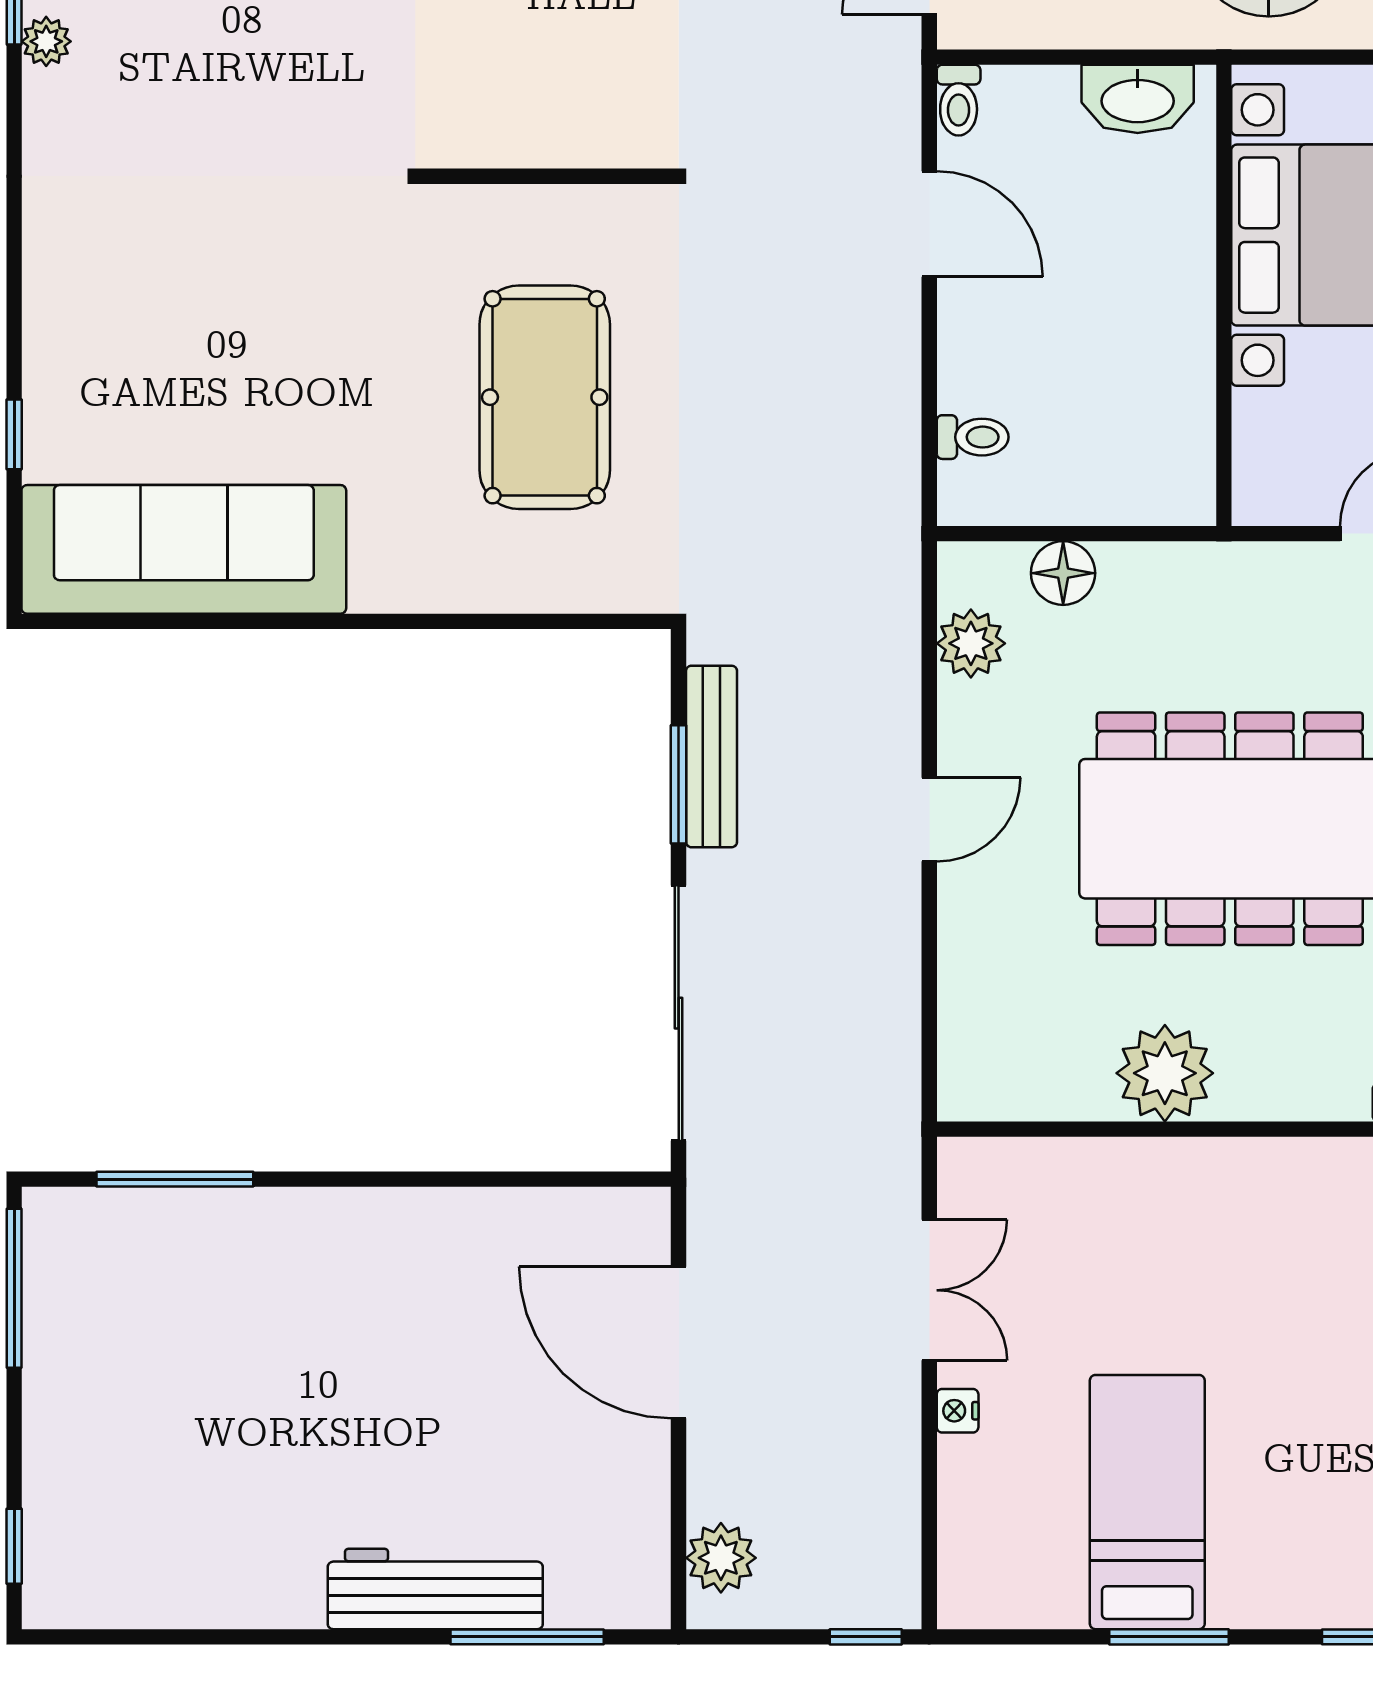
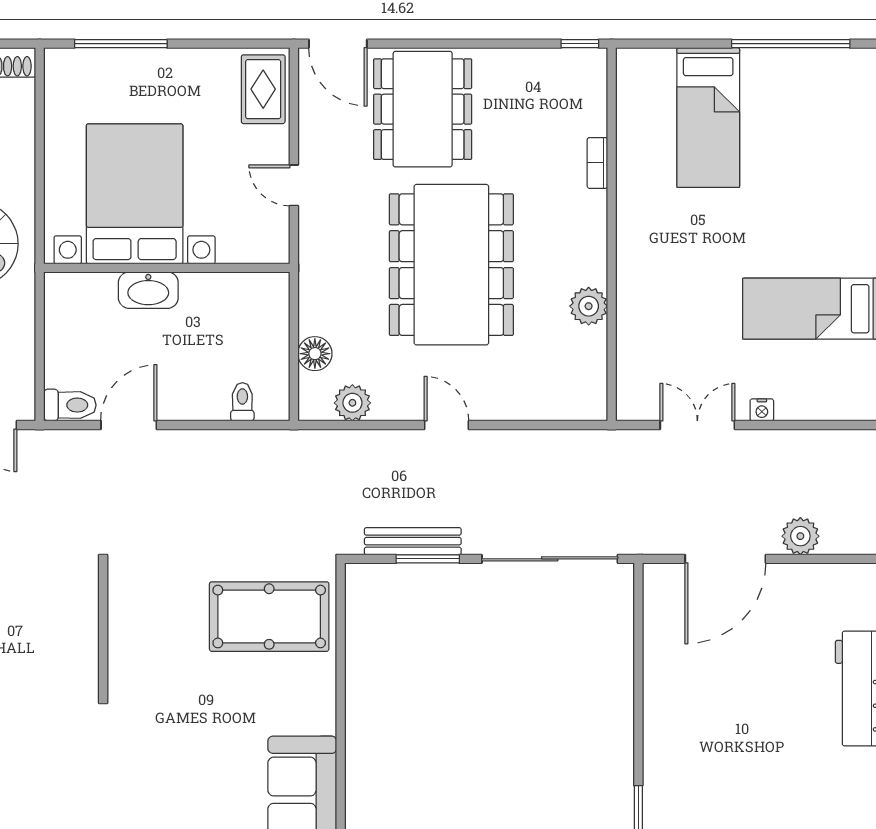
washbasin: (1138, 99) -> (148, 290), moved, turned 90
toilet: (959, 100) -> (70, 405), width x1.37, depth x1.39
pool table: (545, 397) -> (269, 617), moved
plant: (1165, 1073) -> (589, 306), width x0.73, depth x0.73
plant: (721, 1558) -> (800, 536), moved

